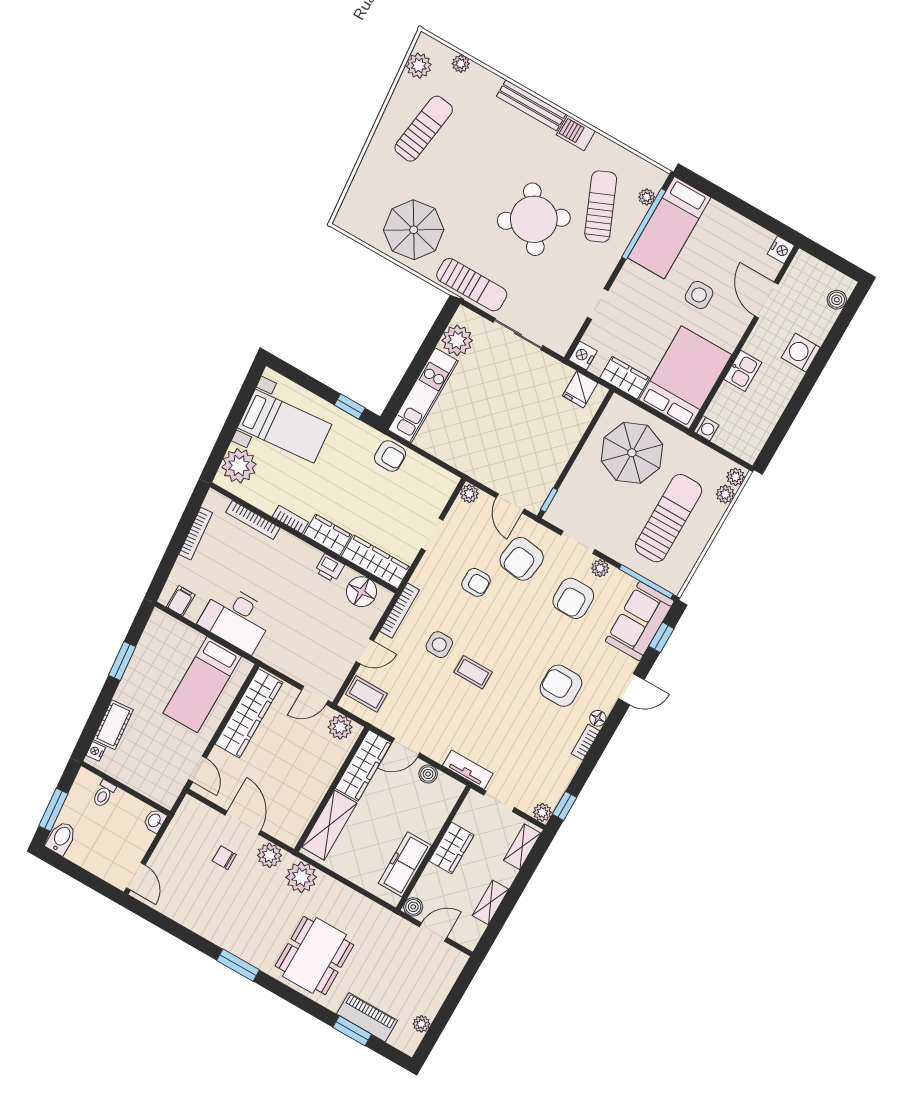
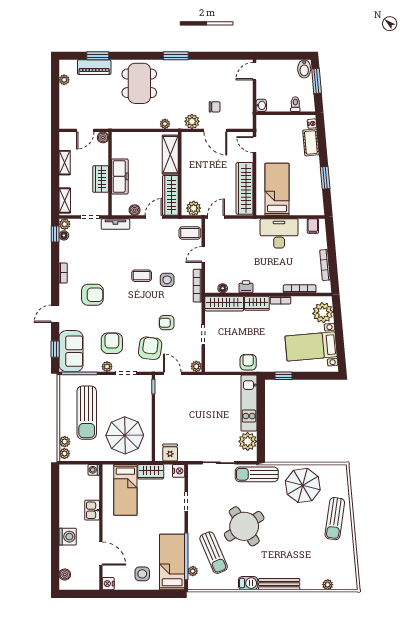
plant: (419, 66) -> (349, 571), removed
sun lounger: (424, 129) -> (335, 519), moved
side table: (699, 295) -> (142, 574), moved
bed: (685, 377) -> (125, 490), width x0.67
armchair: (390, 456) -> (248, 362), turned 90
floor lamp: (362, 592) -> (223, 288), width x0.53, depth x0.53
floor lamp: (598, 718) -> (64, 235), moved
freezer: (405, 864) -> (120, 176), moved
door: (136, 876) -> (255, 71), hinge flipped
plant: (301, 877) -> (165, 124), width x0.53, depth x0.53

